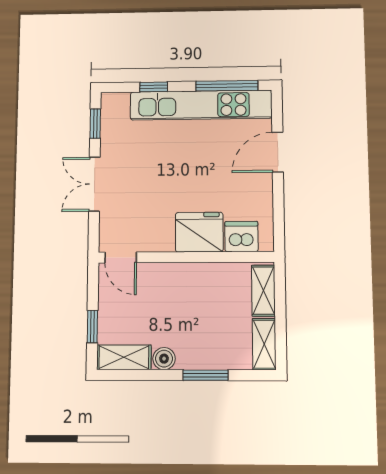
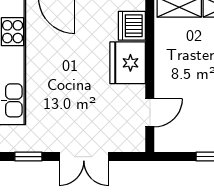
door: (121, 258) -> (150, 113), moved

